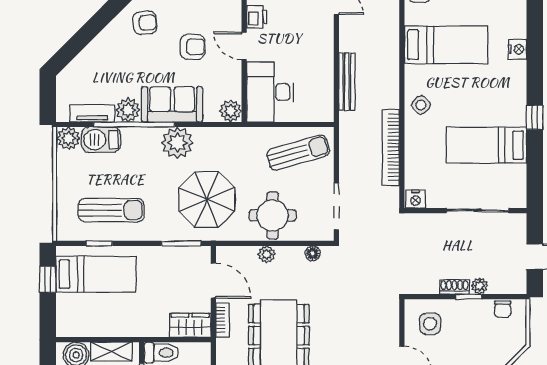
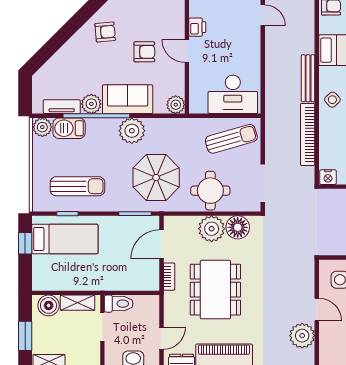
bench: (347, 82) -> (308, 78), moved
desk: (270, 92) -> (233, 94), moved, turned -90
floor lamp: (313, 253) -> (238, 227), width x1.89, depth x1.89
plant: (267, 254) -> (212, 229), width x1.88, depth x1.88
door: (213, 281) -> (162, 244), swing flipped
wardrobe: (190, 325) -> (143, 281), removed

